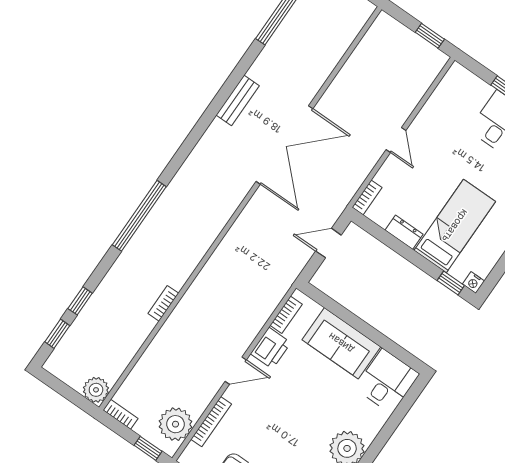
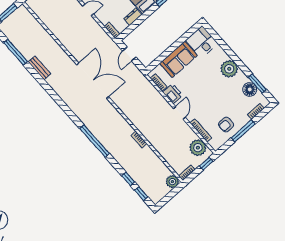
bench: (238, 100) -> (39, 68), moved
double door: (284, 145) -> (93, 81), moved

